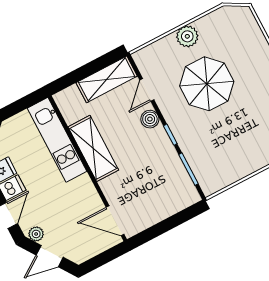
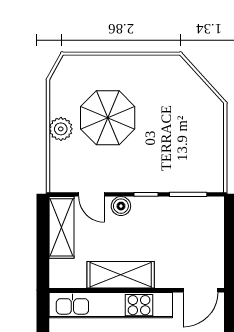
parasol: (207, 84) -> (108, 118), moved
kitchen unit: (57, 140) -> (111, 305), width x1.36

